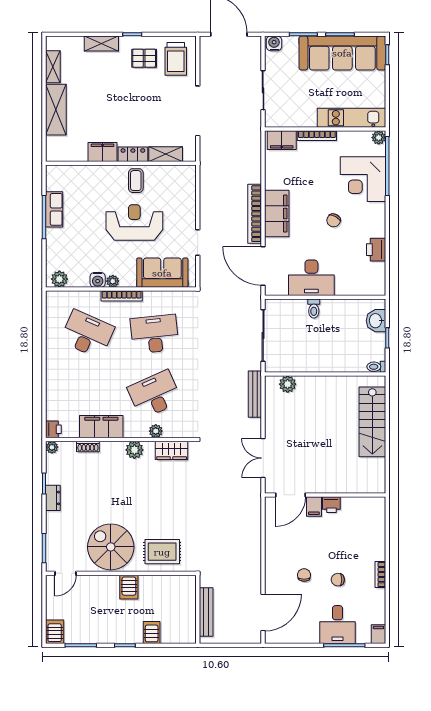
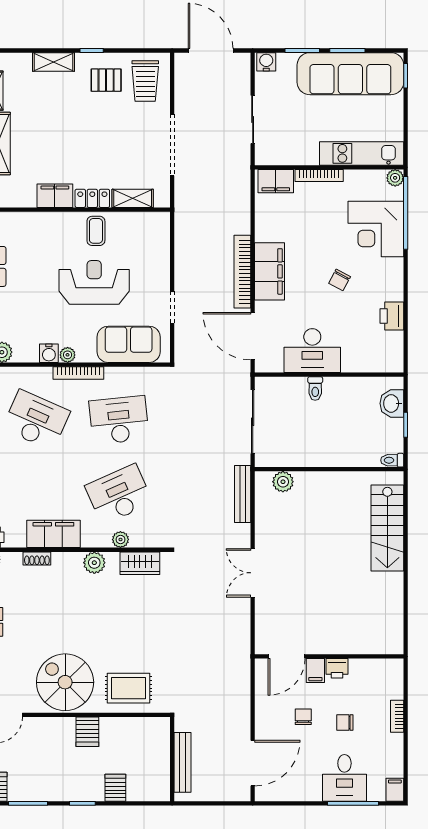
door: (291, 495) -> (287, 656), moved
wall: (325, 495) -> (329, 656), moved
printer: (331, 505) -> (337, 668), moved
filing cabinet: (314, 506) -> (315, 671), moved

